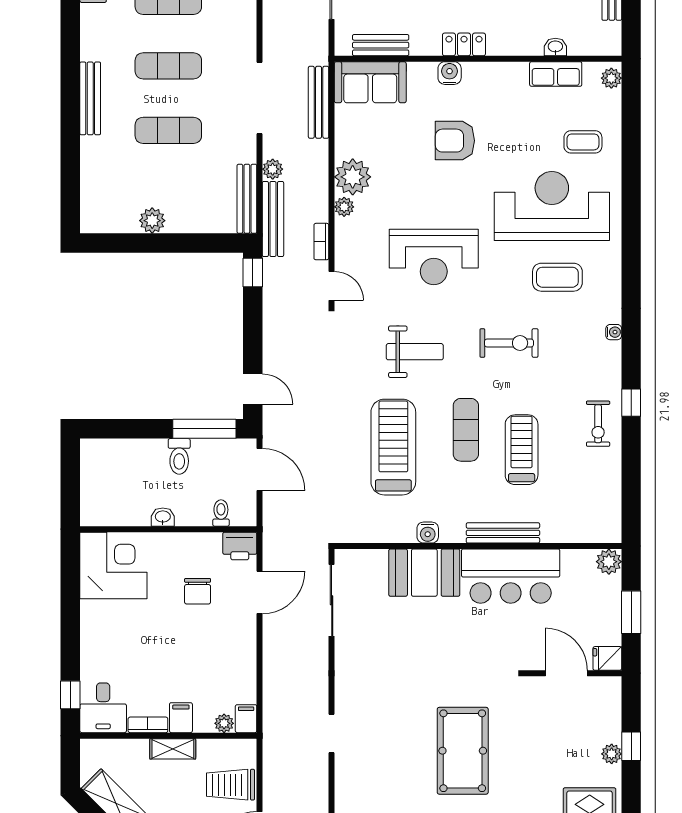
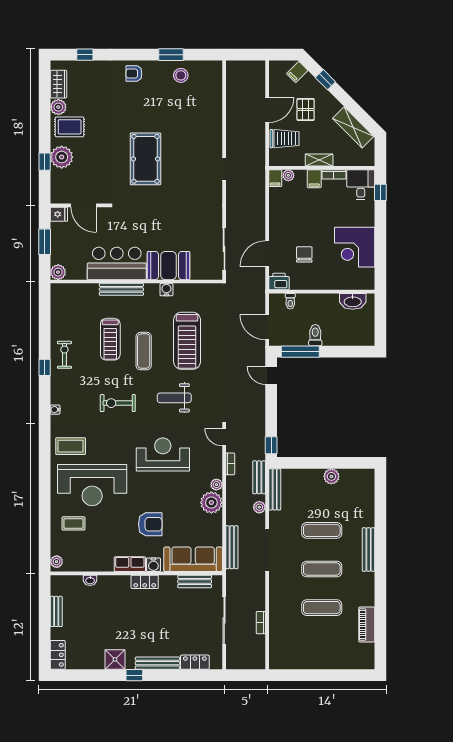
row of seats: (556, 74) -> (130, 564), moved
sofa: (370, 82) -> (193, 559), width x1.36
bench: (273, 219) -> (259, 477), width x0.73
coffee table: (557, 277) -> (71, 446), moved
washbasin: (163, 517) -> (353, 301), moved, width x1.91, depth x1.45
corner desk: (113, 565) -> (355, 247), moved
plant: (612, 754) -> (62, 157), width x1.88, depth x1.88

